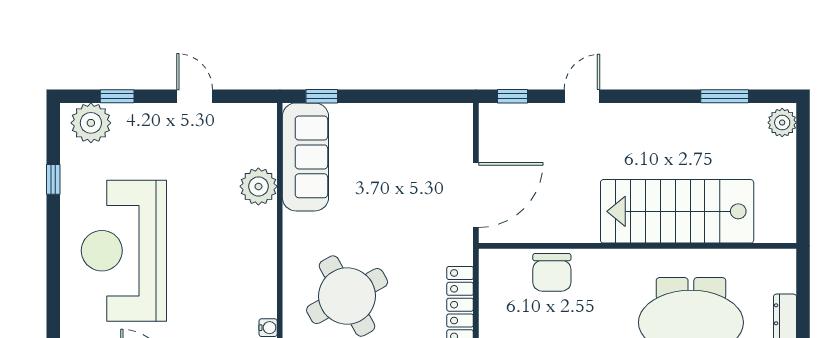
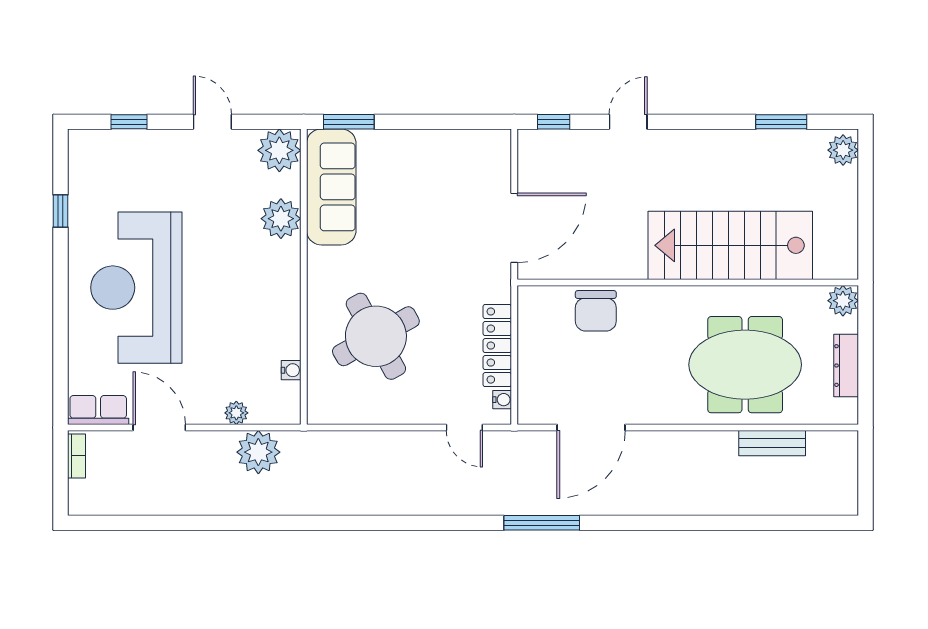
window: (322, 96) -> (349, 122), width x1.50
plant: (91, 123) -> (279, 150), moved
plant: (782, 263) -> (843, 301), added

